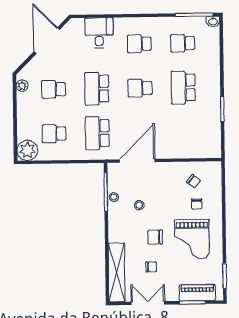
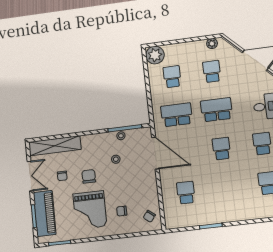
school desk: (183, 88) -> (186, 193), moved, width x0.54
chair: (194, 181) -> (149, 216), moved
grand piano: (192, 239) -> (90, 210), turned -90
piano: (197, 293) -> (45, 213), width x1.37, depth x1.33

